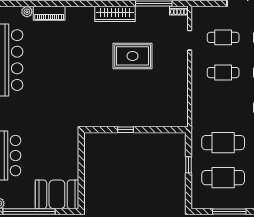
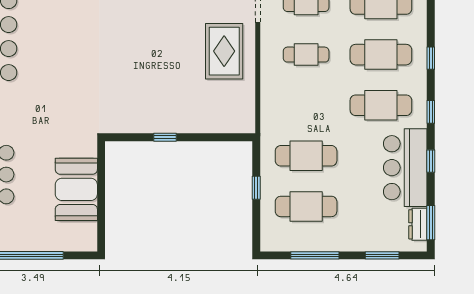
rug: (133, 56) -> (224, 51), moved, turned 90
booth: (57, 194) -> (76, 189), moved, turned 90

